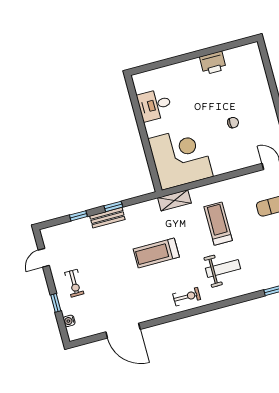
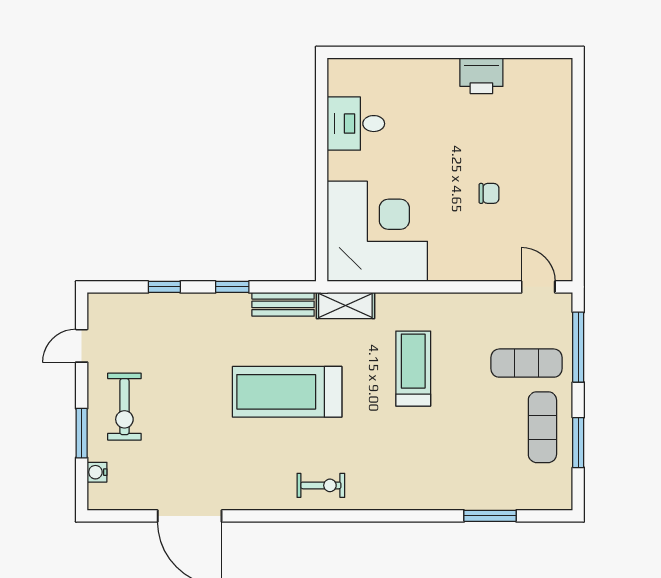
bench: (107, 218) -> (283, 304), moved
treadmill: (156, 253) -> (287, 392), width x1.37, depth x1.38
weight bench: (223, 269) -> (400, 452), removed
exercise bike: (74, 283) -> (124, 407), width x1.38, depth x1.39
window: (56, 303) -> (82, 433), width x1.50

